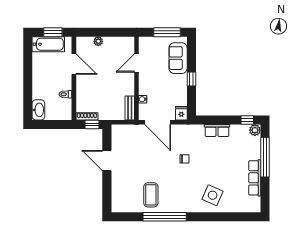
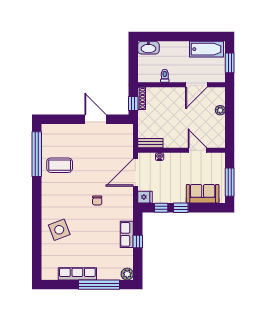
bathtub: (48, 44) -> (206, 49), moved, turned -90
window: (191, 98) -> (161, 208), added
window: (247, 120) -> (138, 242), moved
door: (107, 161) -> (95, 119), hinge flipped
side table: (213, 195) -> (59, 230), turned 45
window: (165, 217) -> (37, 154), moved

